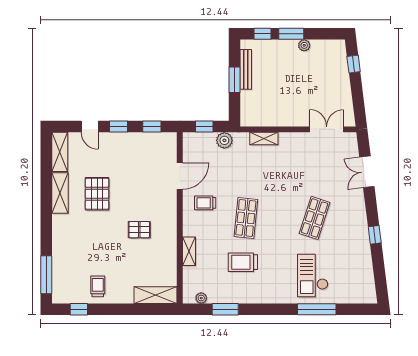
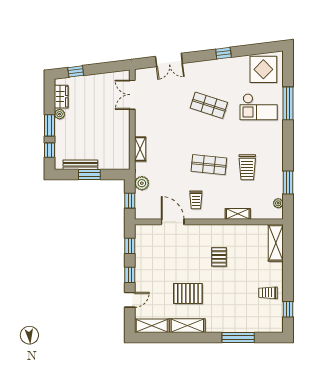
wardrobe: (325, 47) -> (61, 97), added
window: (46, 275) -> (238, 337), moved
display table: (356, 281) -> (263, 69), added

